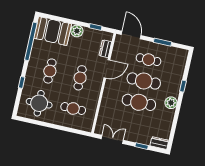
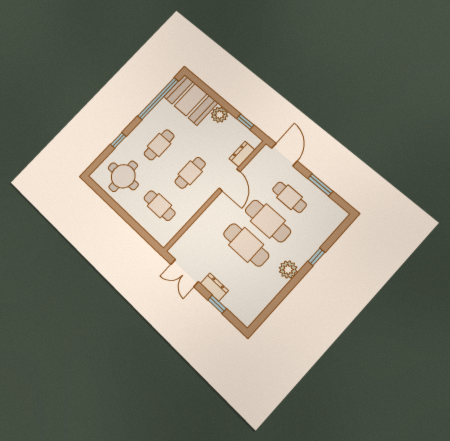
door: (107, 69) -> (230, 180), hinge flipped
double door: (112, 139) -> (185, 273), swing flipped
dresser: (159, 143) -> (214, 287), moved

